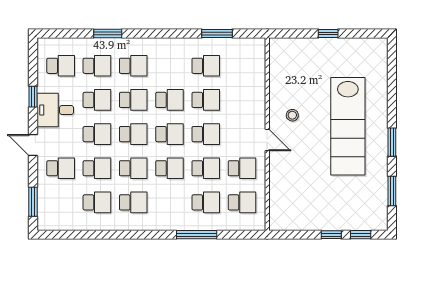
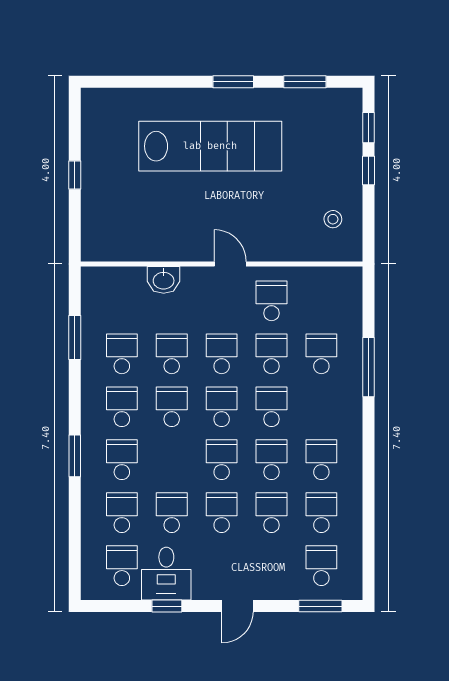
window: (108, 33) -> (75, 456), moved
washbasin: (256, 94) -> (164, 280), added
school desk: (133, 100) -> (122, 407), moved
desk: (55, 110) -> (166, 574), moved
stool: (292, 115) -> (333, 219), moved
door: (267, 140) -> (230, 264), hinge flipped
school desk: (61, 168) -> (321, 566), moved
school desk: (242, 202) -> (321, 301), removed

